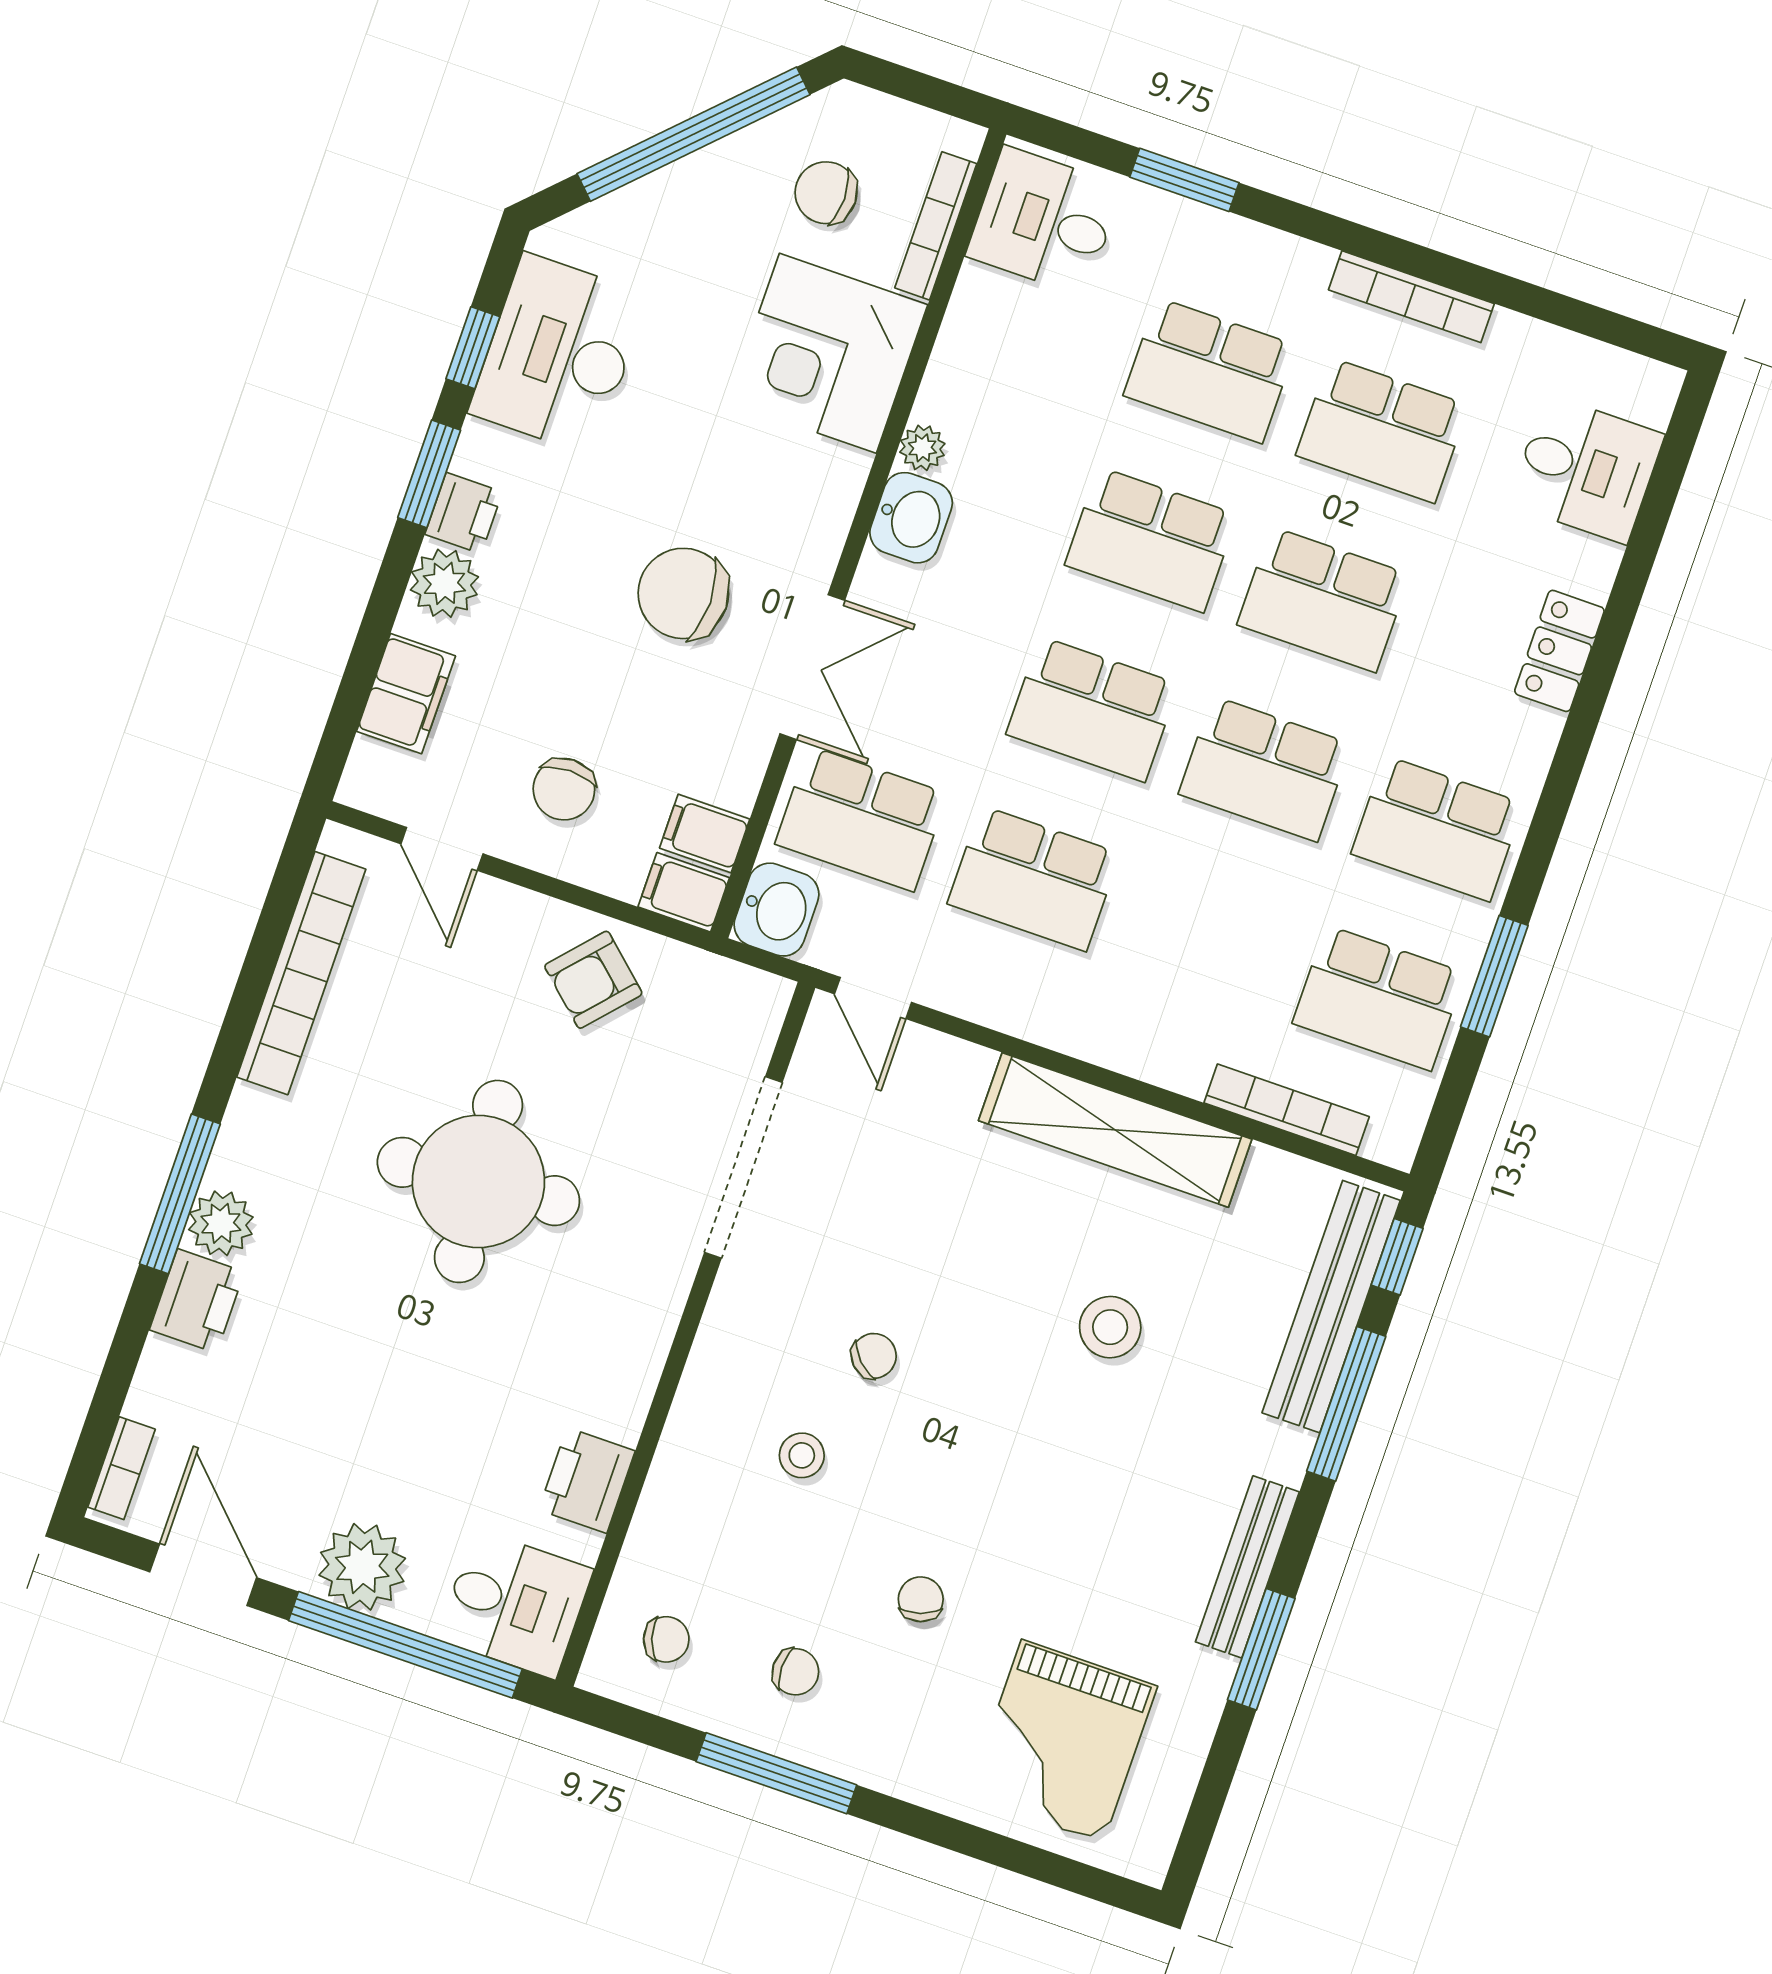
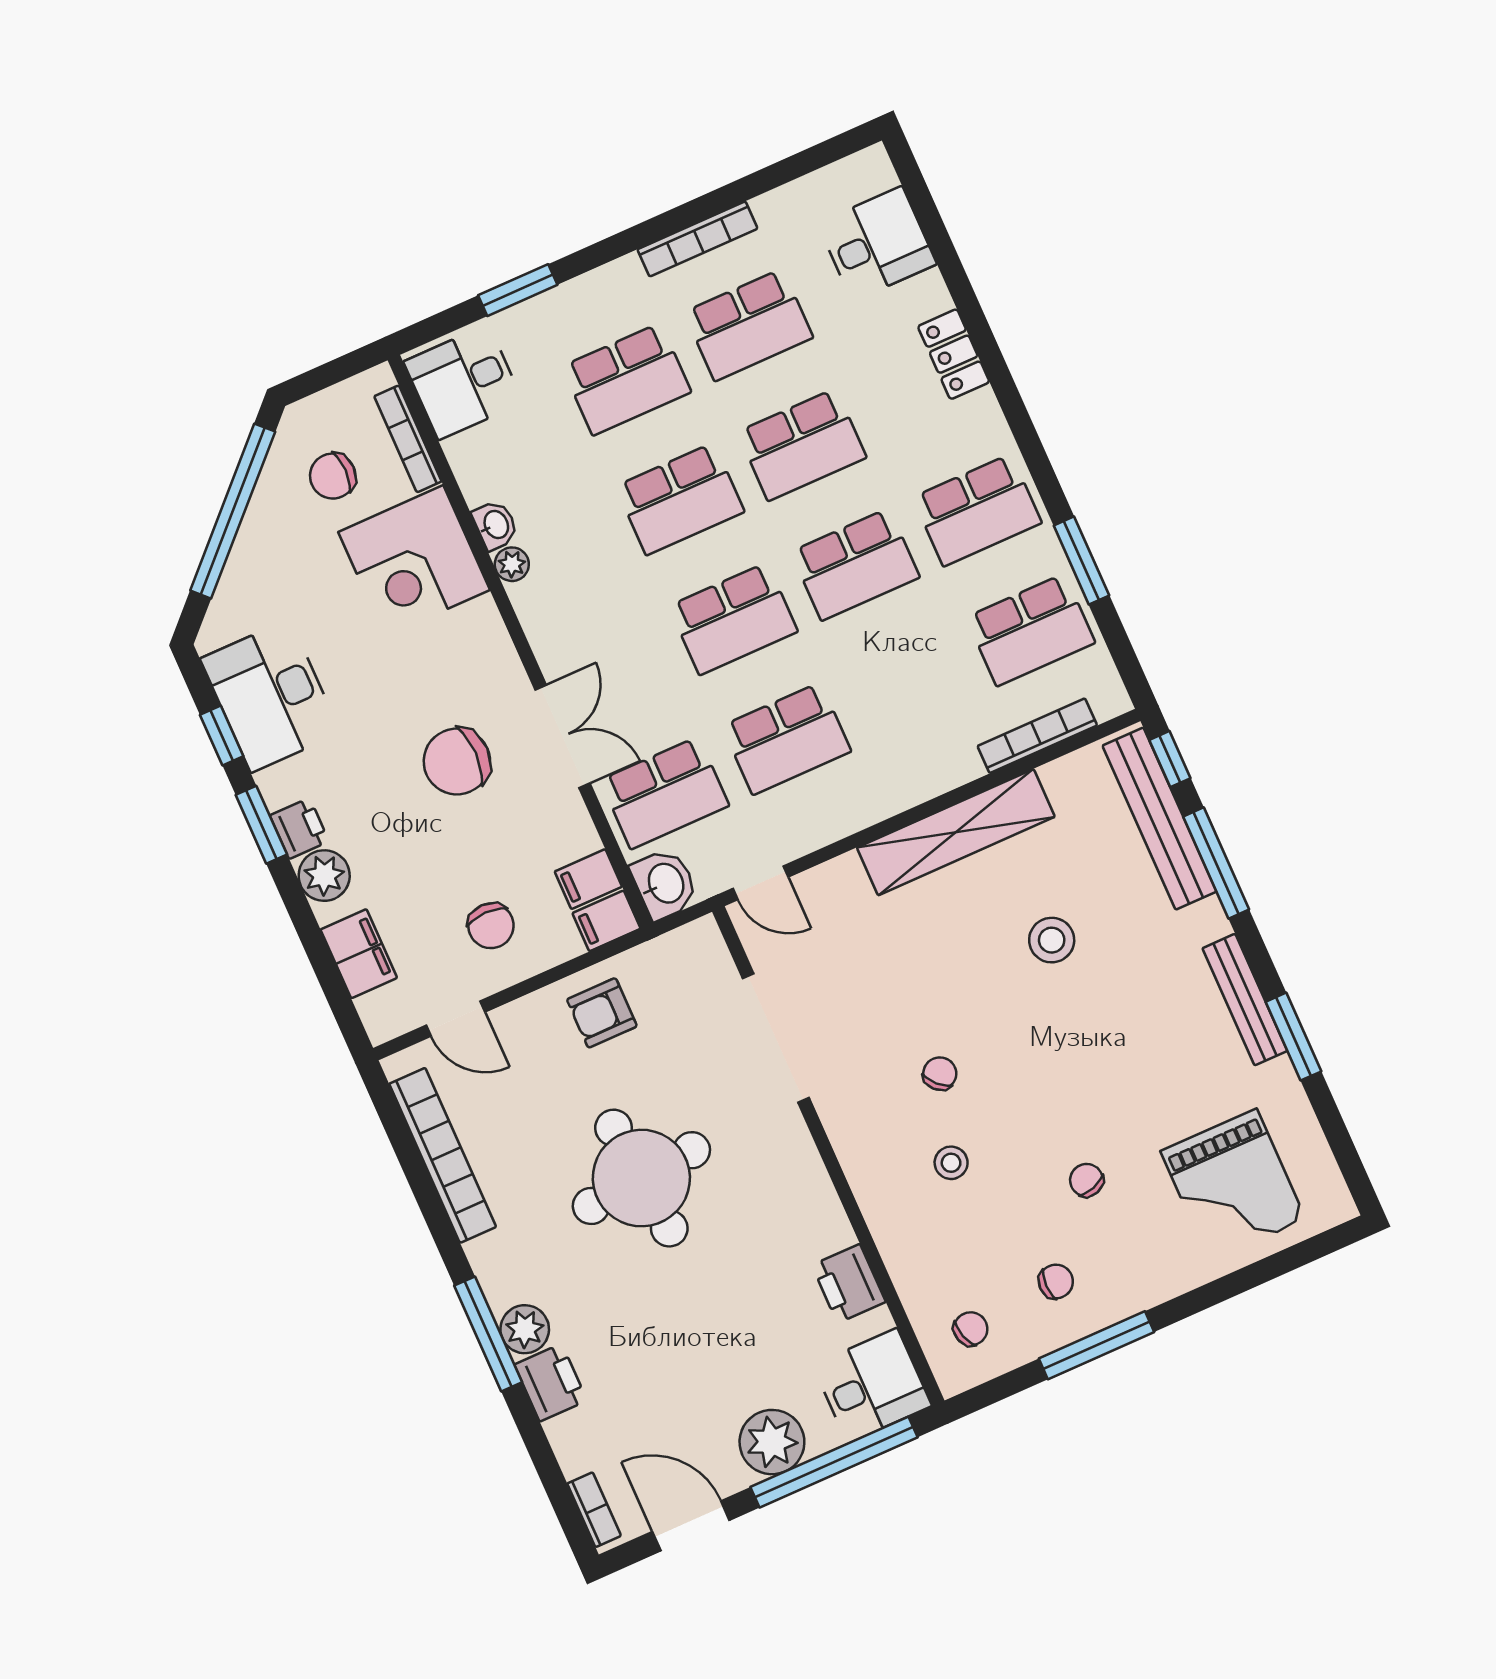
washbasin: (911, 518) -> (495, 525), moved, width x0.72, depth x0.69
armchair: (593, 980) -> (602, 1013), turned 48

